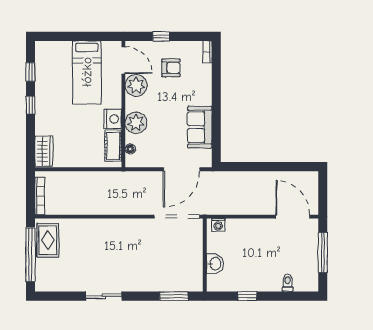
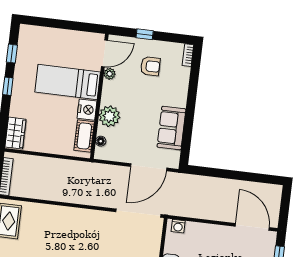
door: (123, 60) -> (104, 53), hinge flipped
bed: (87, 72) -> (68, 82), moved, turned 90
plant: (136, 85) -> (110, 74), width x0.53, depth x0.53

